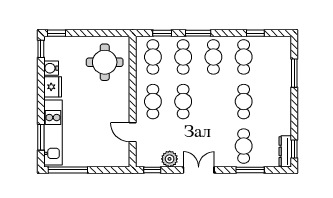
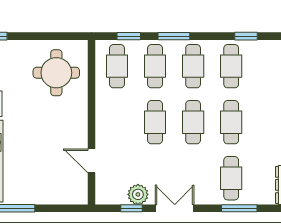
cafe table: (153, 102) -> (193, 122), moved
window: (152, 170) -> (131, 208), moved

